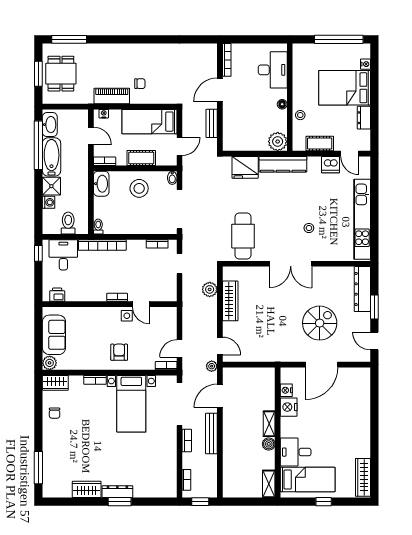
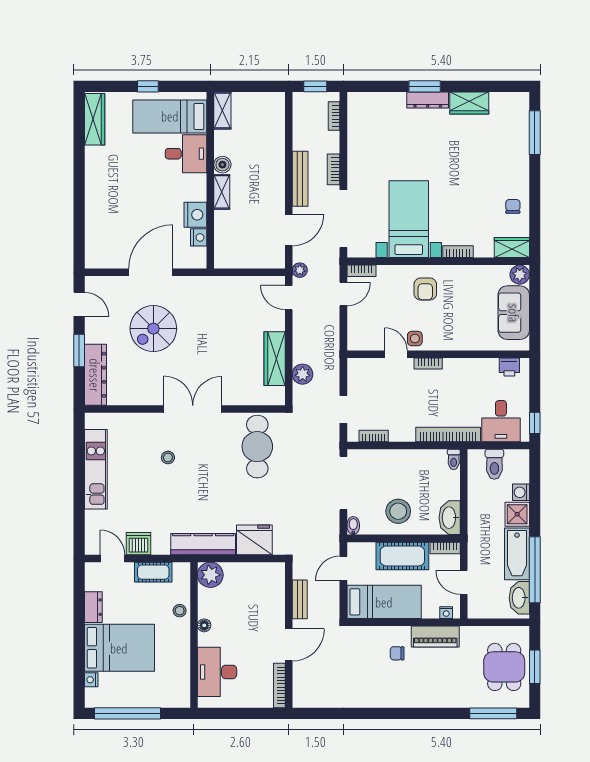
cot: (141, 158) -> (402, 556), width x1.37, depth x1.34
kitchen unit: (362, 219) -> (96, 469), width x0.73

